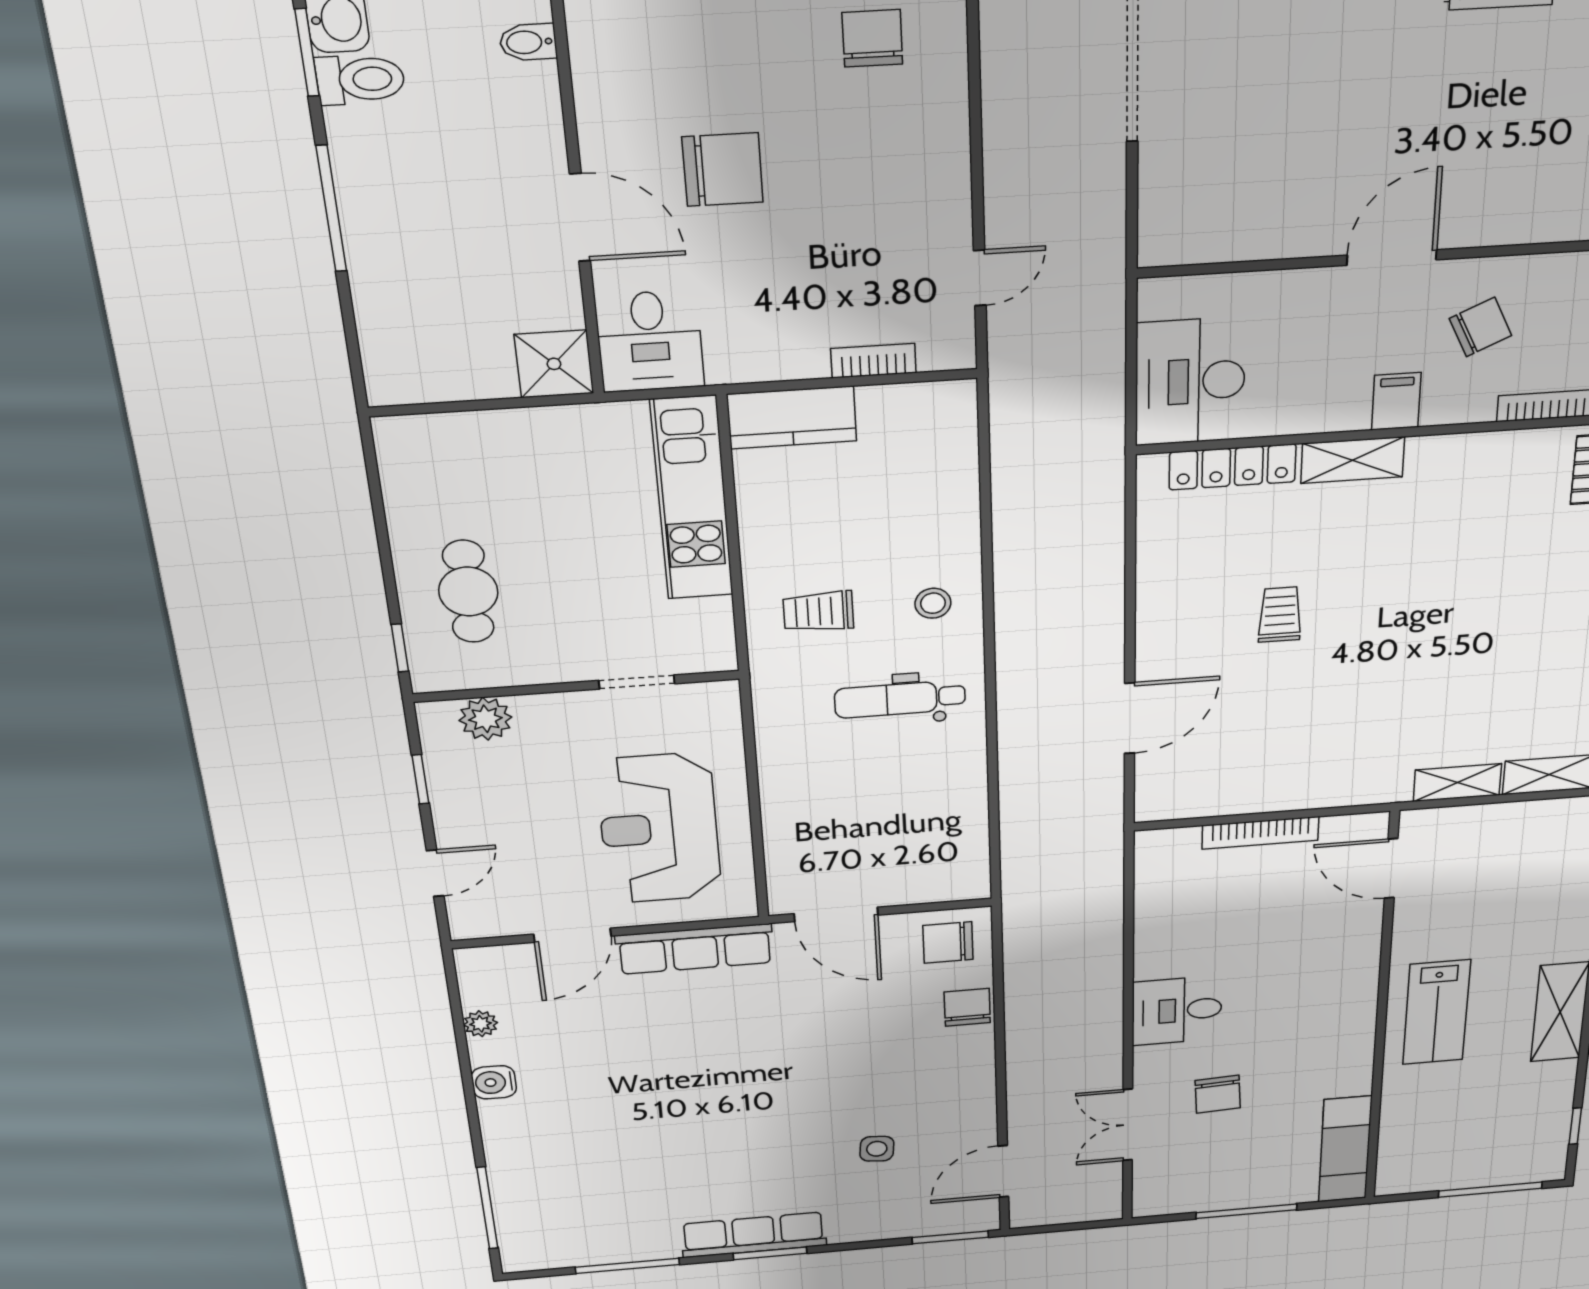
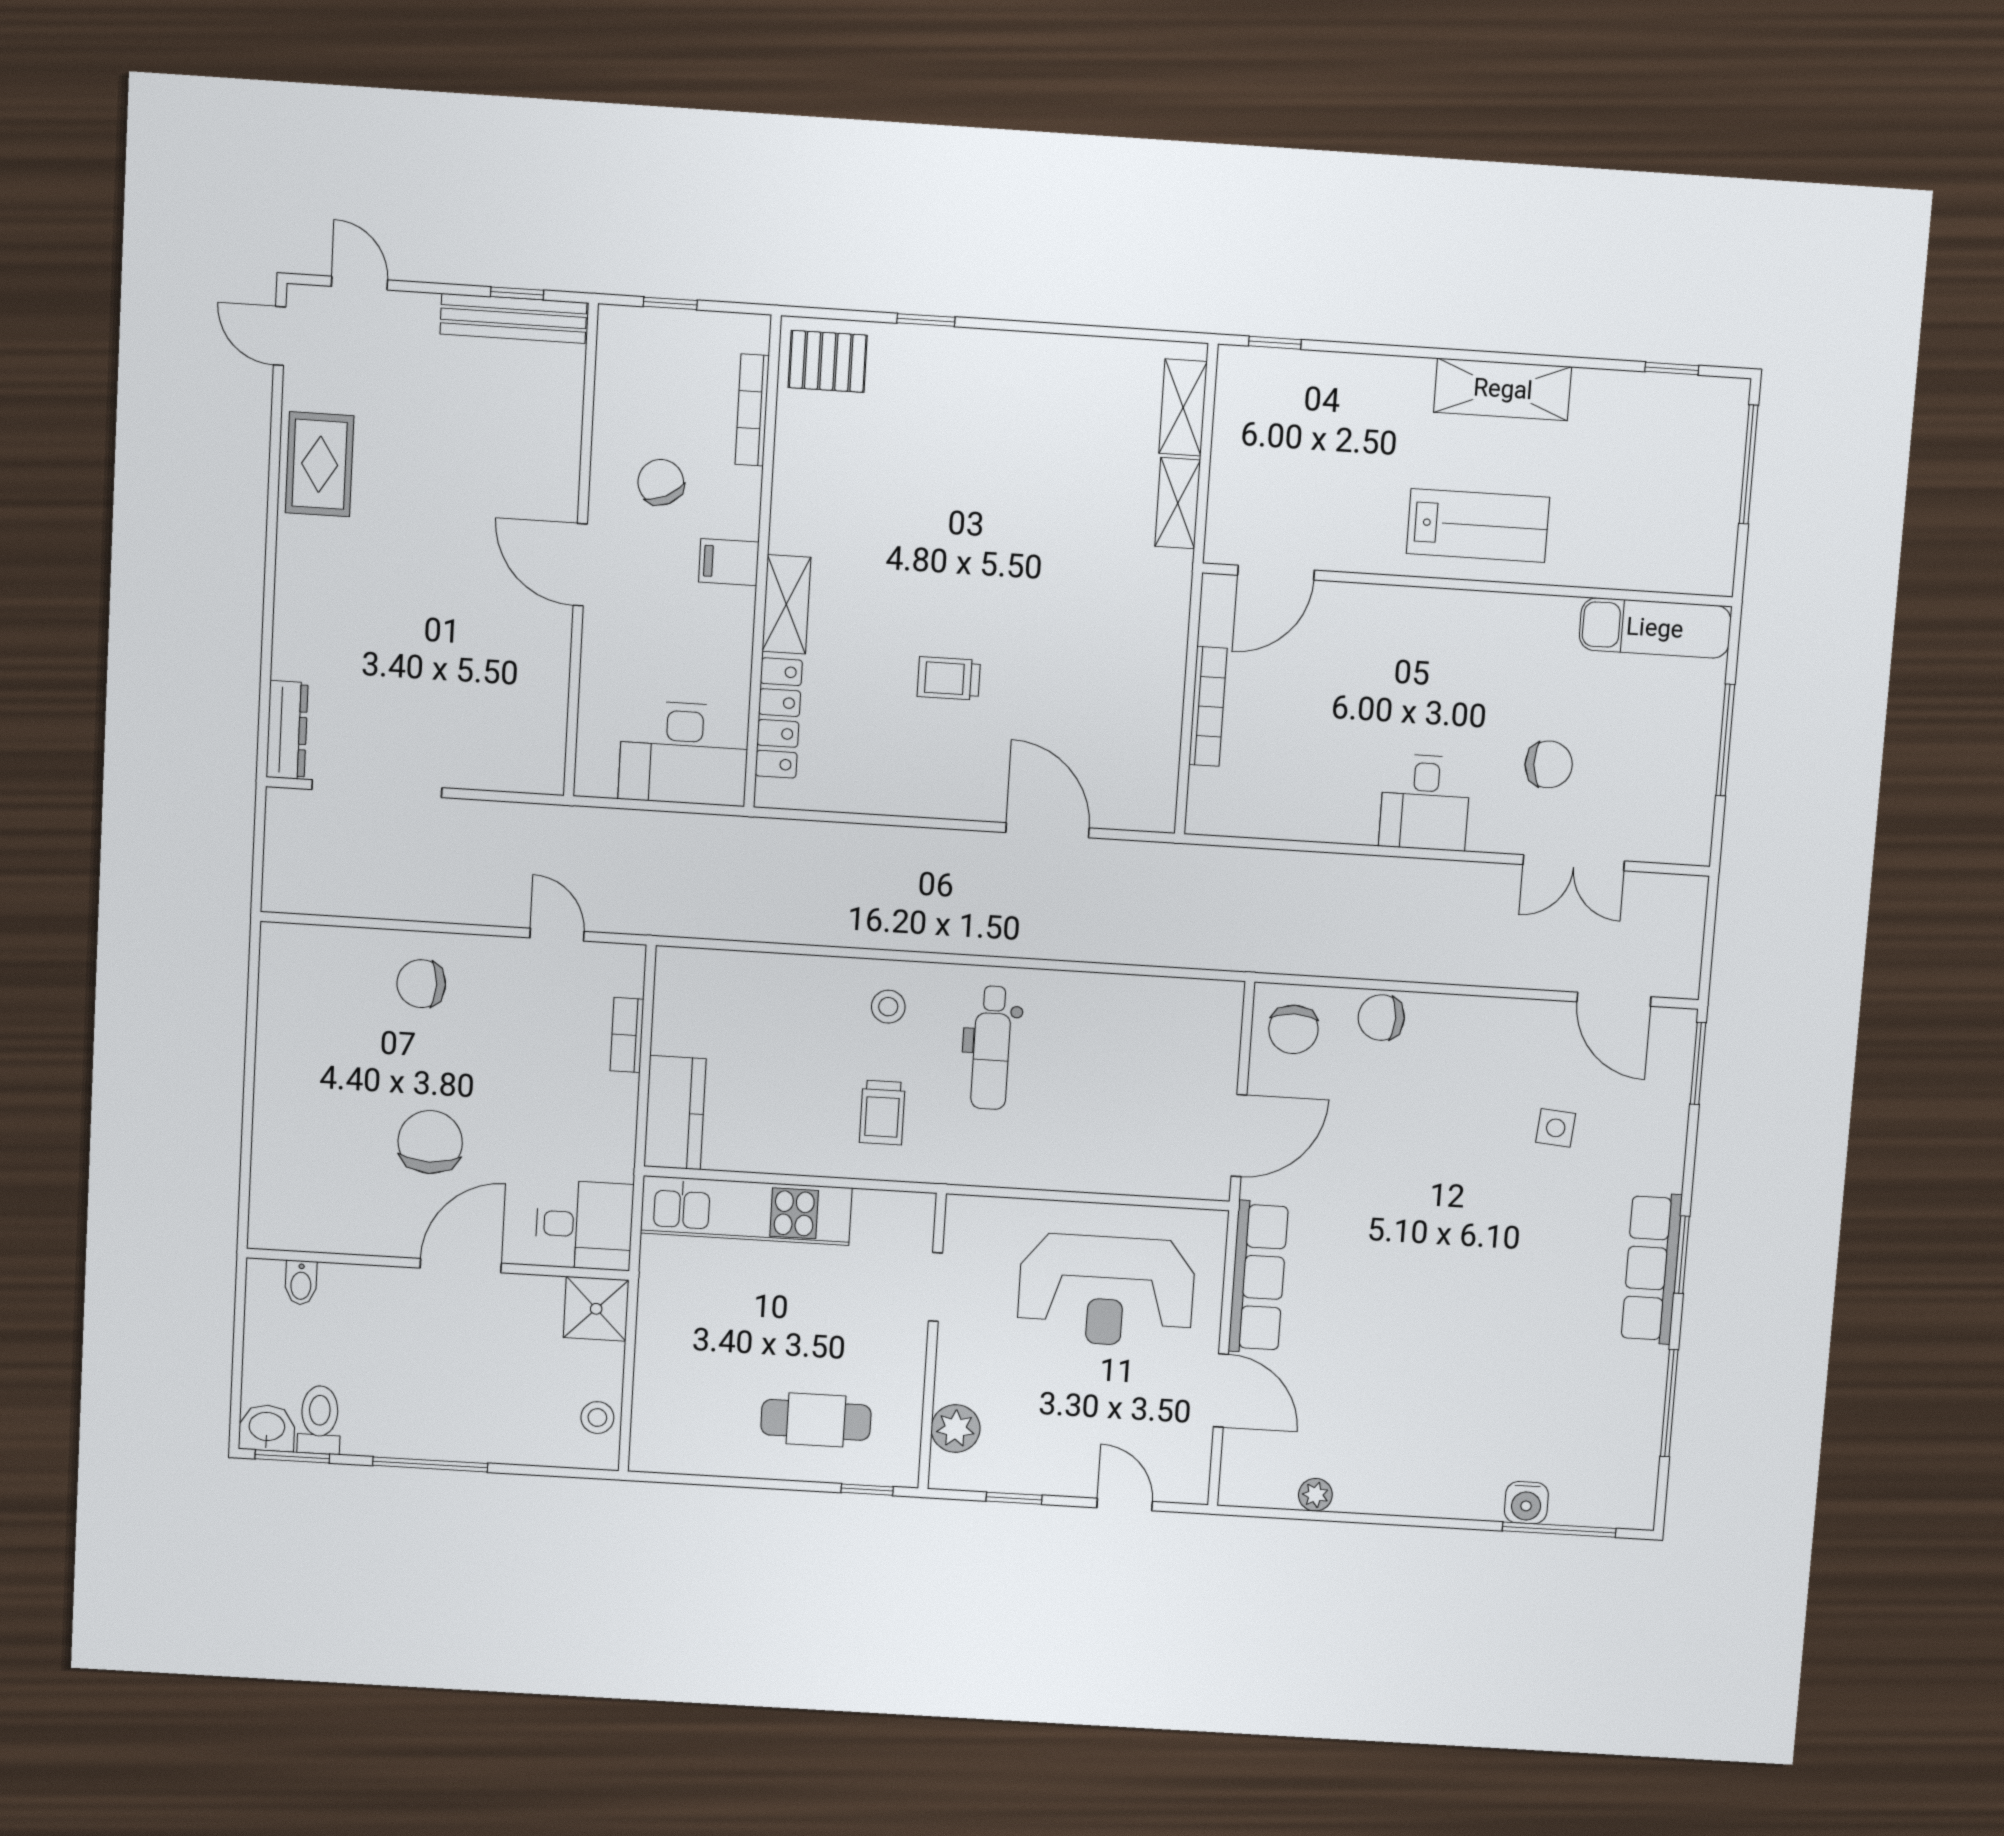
chair: (872, 38) -> (421, 984), moved
stool: (426, 379) -> (597, 1418), added
water cooler: (494, 1082) -> (1526, 1503), moved

